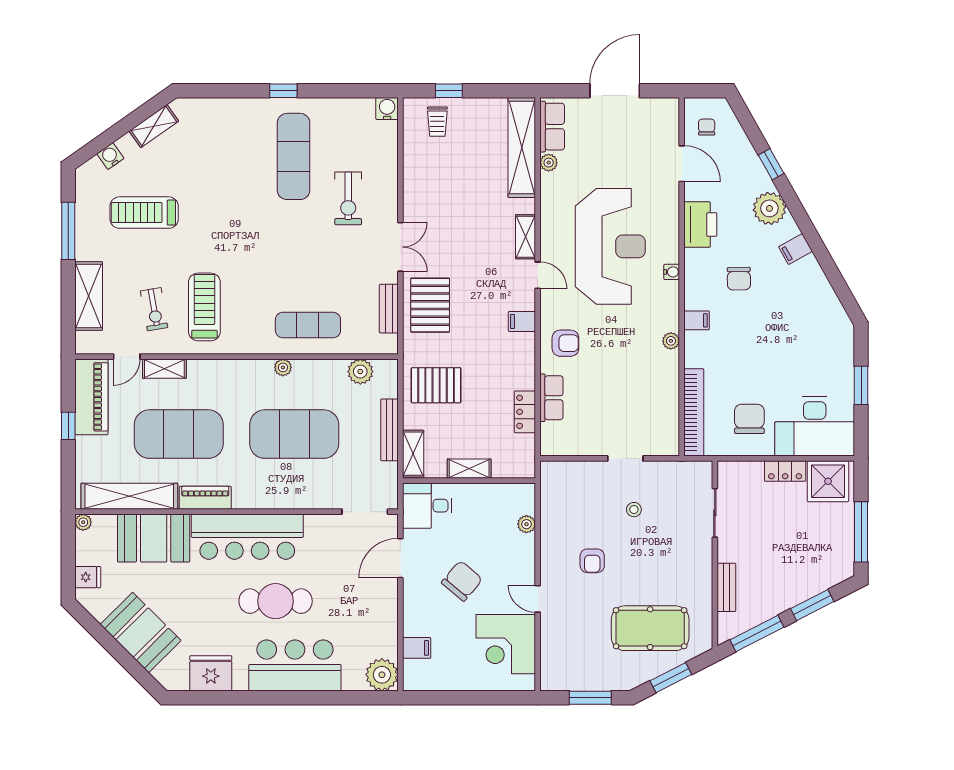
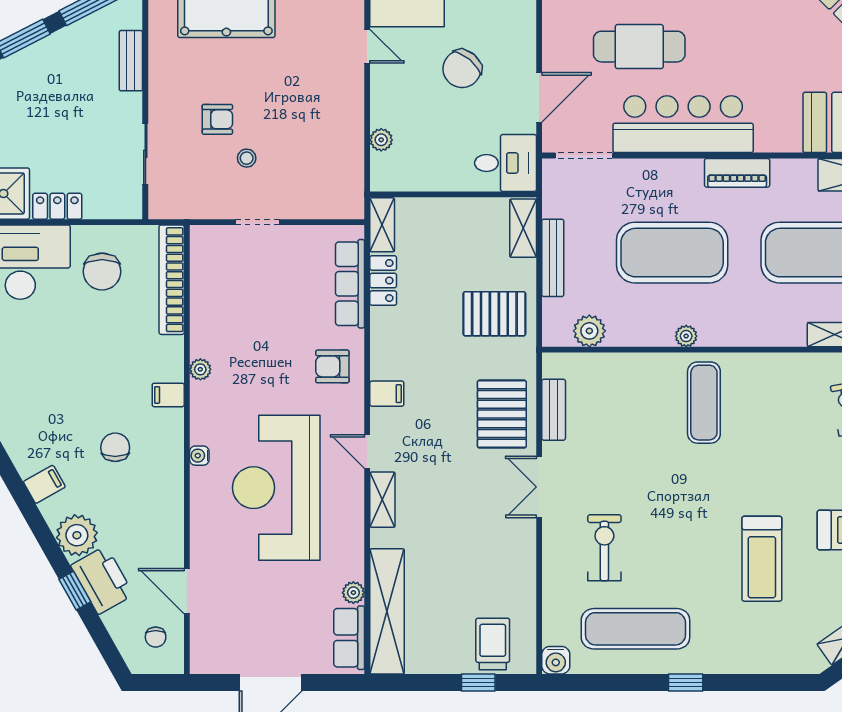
trolley: (437, 122) -> (493, 644), width x1.36, depth x1.39
exercise mat: (294, 156) -> (635, 629), moved, turned 90
printer: (700, 225) -> (102, 580), moved, turned 151
treadmill: (204, 307) -> (762, 559), moved
exercise mat: (308, 325) -> (704, 403), moved, turned 90
row of seats: (551, 398) -> (350, 284), width x1.48
shelving: (469, 469) -> (382, 225), moved, turned 90
piano: (205, 498) -> (737, 173), moved
bar counter: (247, 537) -> (683, 124), moved
armchair: (592, 561) -> (217, 119), moved, turned 90
cafe table: (276, 601) -> (639, 47), moved

